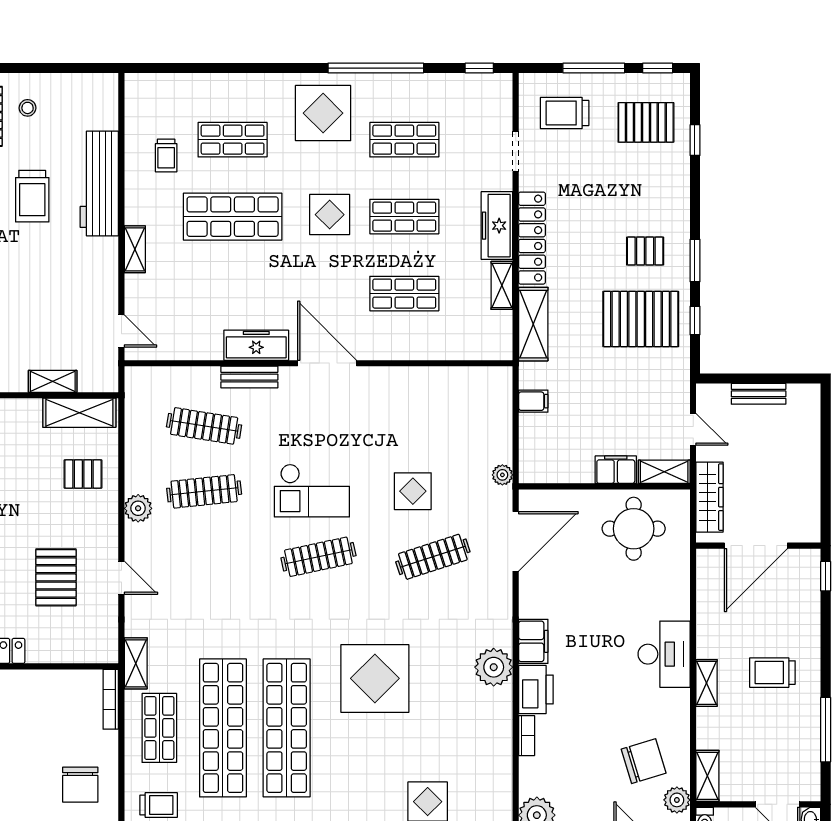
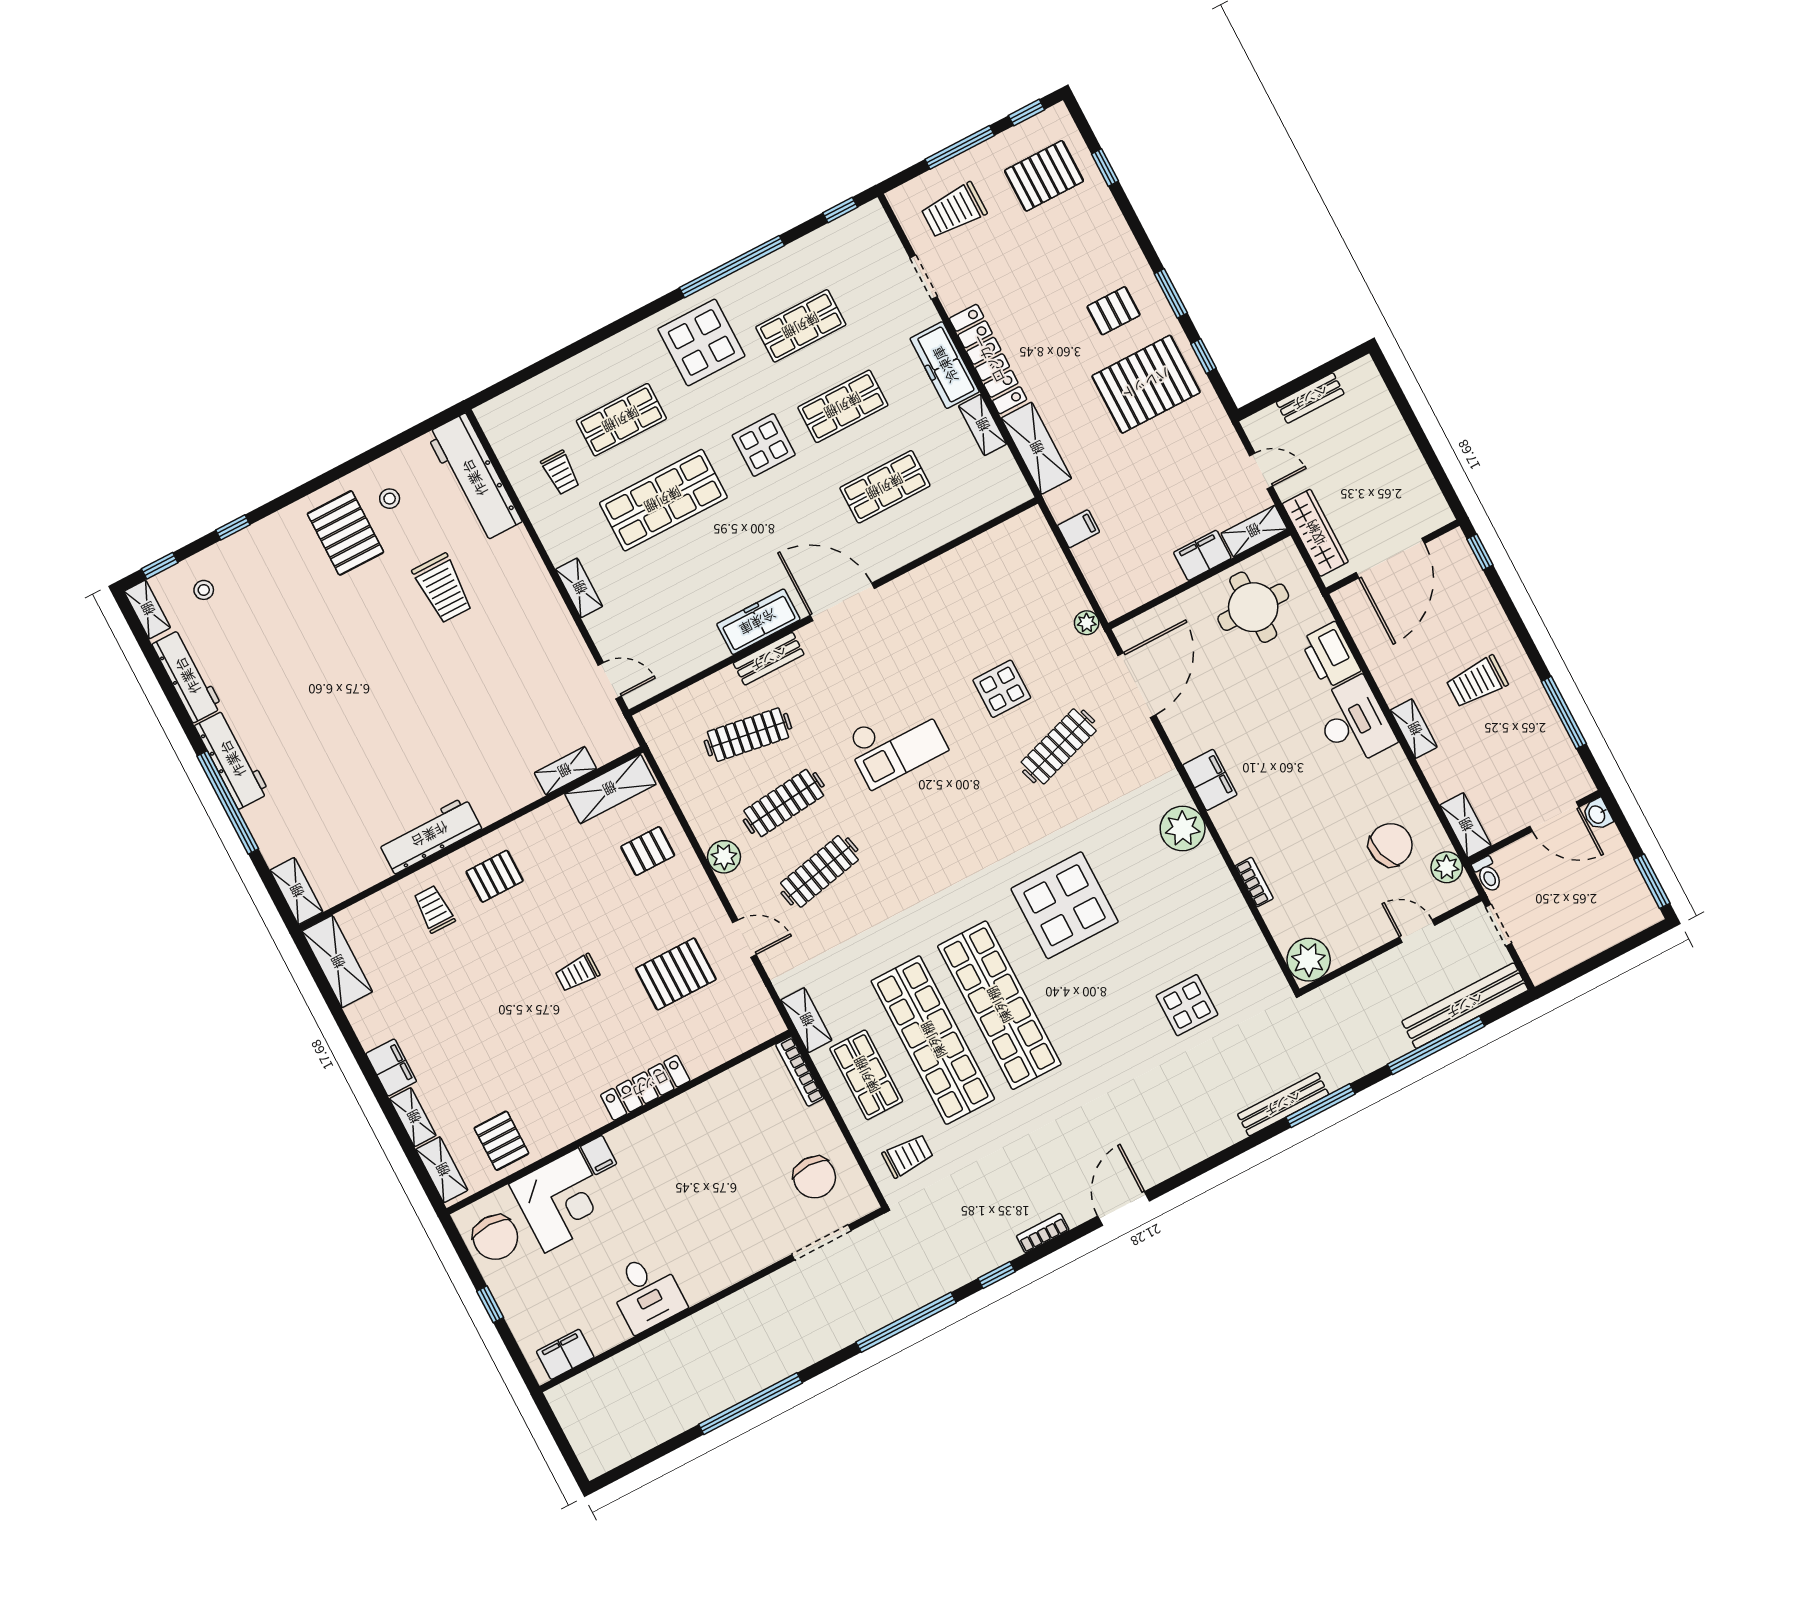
workbench: (99, 183) -> (474, 478), moved
clothes rail: (318, 557) -> (819, 871), moved
pallet: (56, 577) -> (676, 974), turned 90
printer: (536, 689) -> (1330, 655), moved, turned 180

